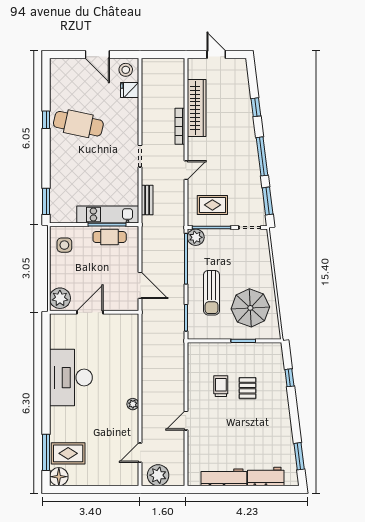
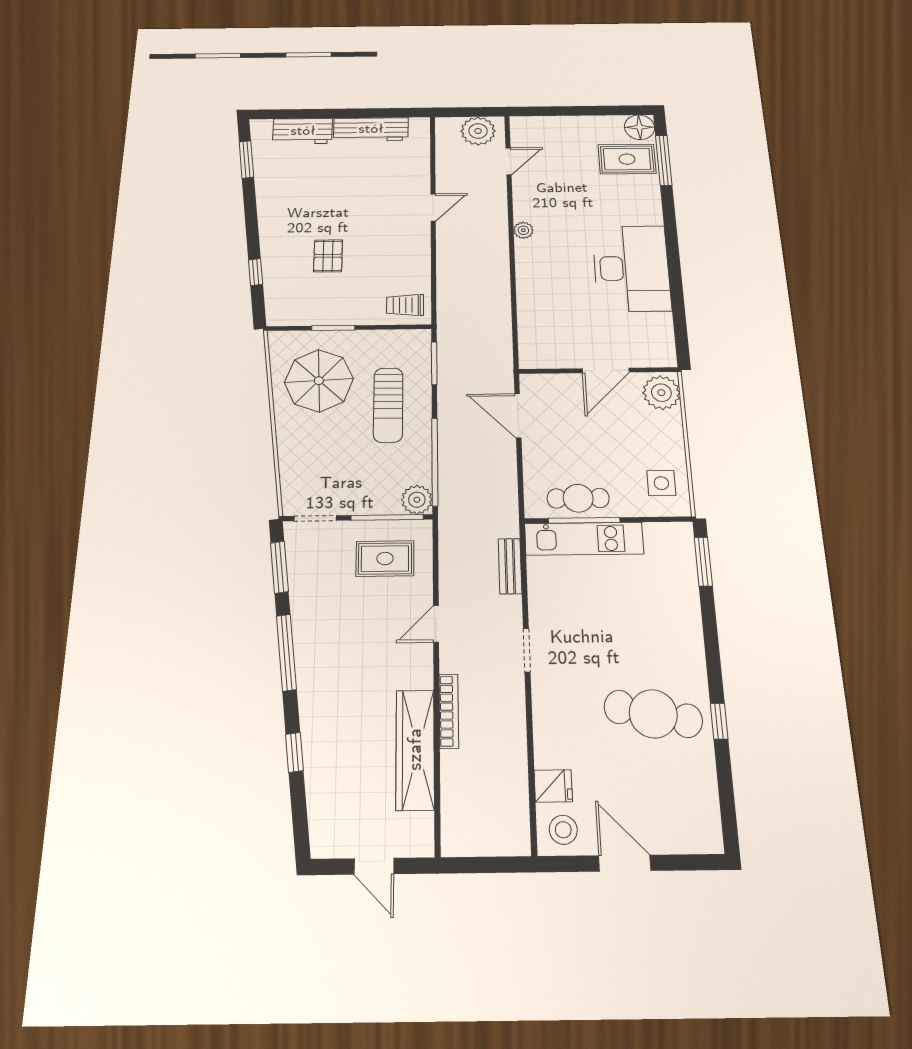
sun lounger: (212, 293) -> (388, 405), turned 180
trolley: (221, 386) -> (405, 305), moved, turned 90

